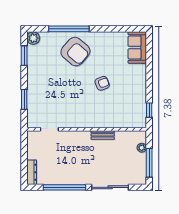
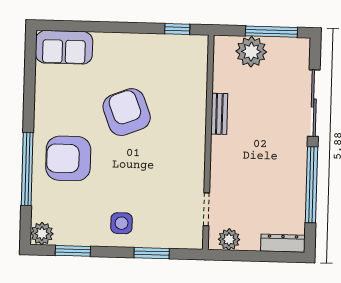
armchair: (75, 52) -> (68, 158), turned -131
side table: (40, 82) -> (122, 223), added
armchair: (102, 83) -> (127, 112), width x1.88, depth x1.88
plant: (33, 142) -> (229, 239), added
plant: (142, 148) -> (251, 52), width x1.88, depth x1.88

